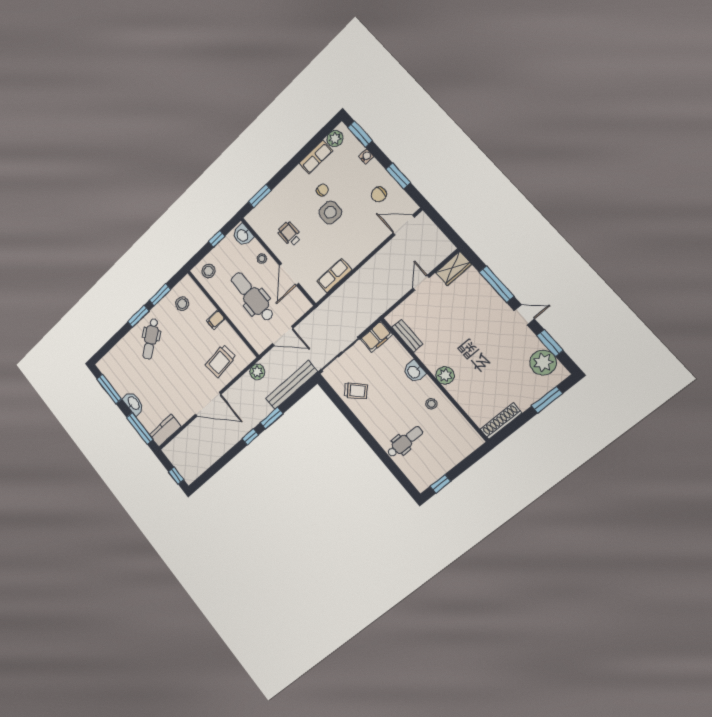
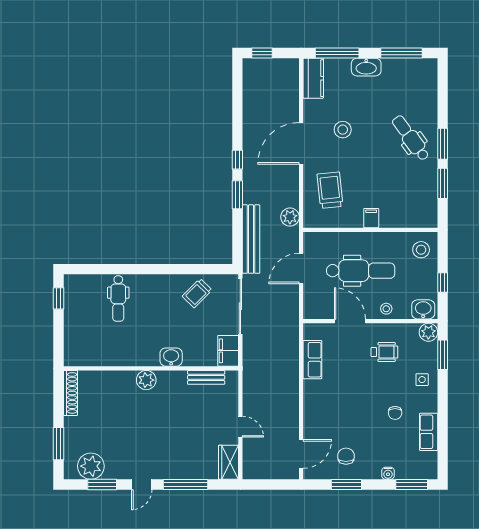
plant: (335, 139) -> (428, 332), moved
side table: (330, 212) -> (422, 380), moved, width x0.54, depth x0.54
stool: (182, 304) -> (343, 130), moved
stool: (431, 404) -> (132, 348), removed

